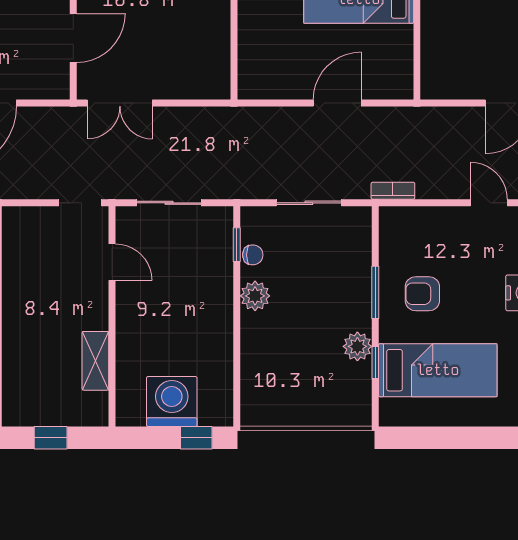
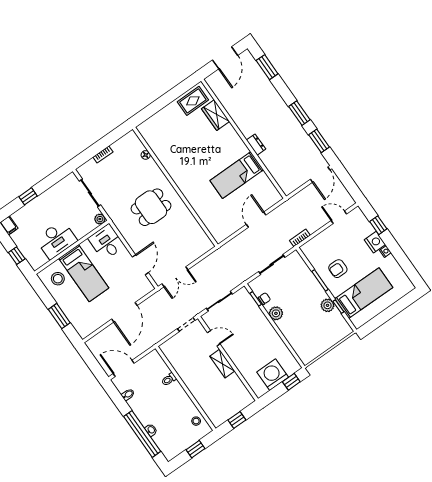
shelving: (95, 361) -> (222, 364), moved

